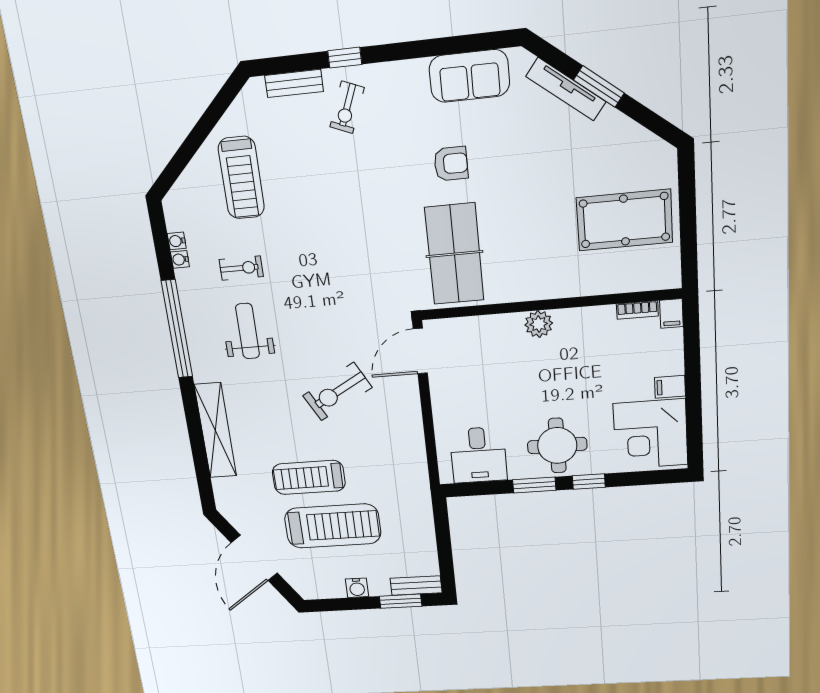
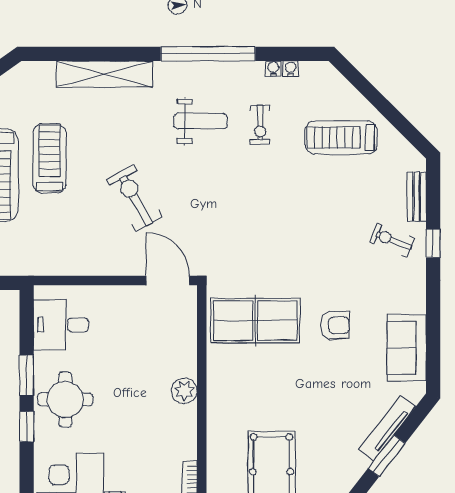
armchair: (451, 164) -> (335, 325), turned -90

